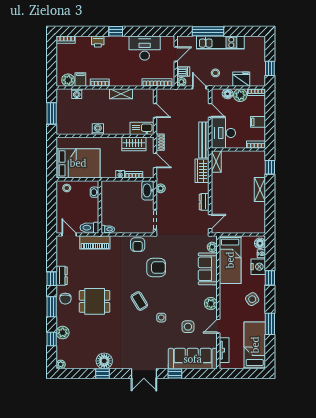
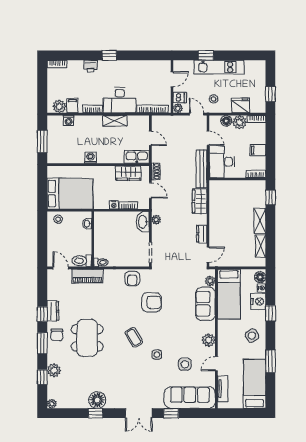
window: (208, 31) -> (206, 55), width x0.46
desk: (145, 48) -> (120, 100), moved, turned 180
shelving: (216, 162) -> (261, 246), moved
dining table: (95, 301) -> (87, 338), width x1.38

